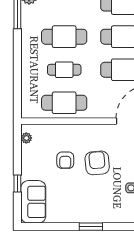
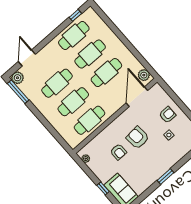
cafe table: (64, 70) -> (73, 102), width x1.37, depth x1.35

